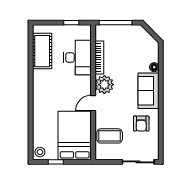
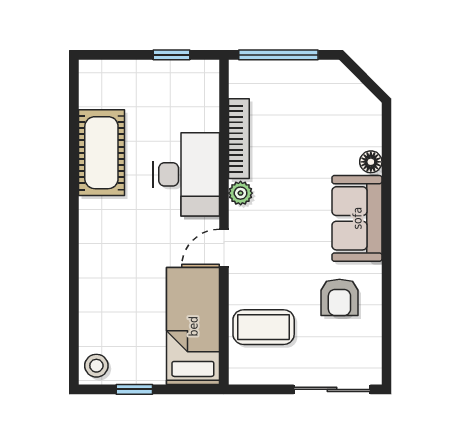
cot: (42, 51) -> (101, 153), moved
desk: (77, 58) -> (186, 174), moved
plant: (104, 85) -> (241, 193), width x0.53, depth x0.53
bed: (75, 136) -> (193, 326), width x0.67

